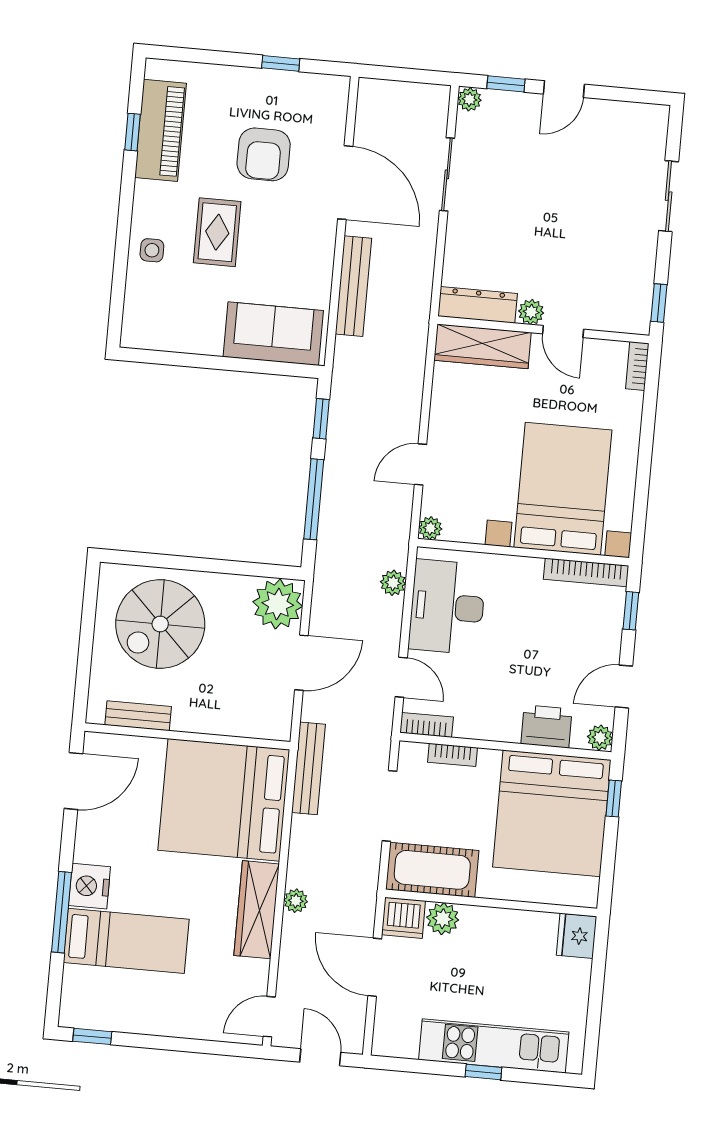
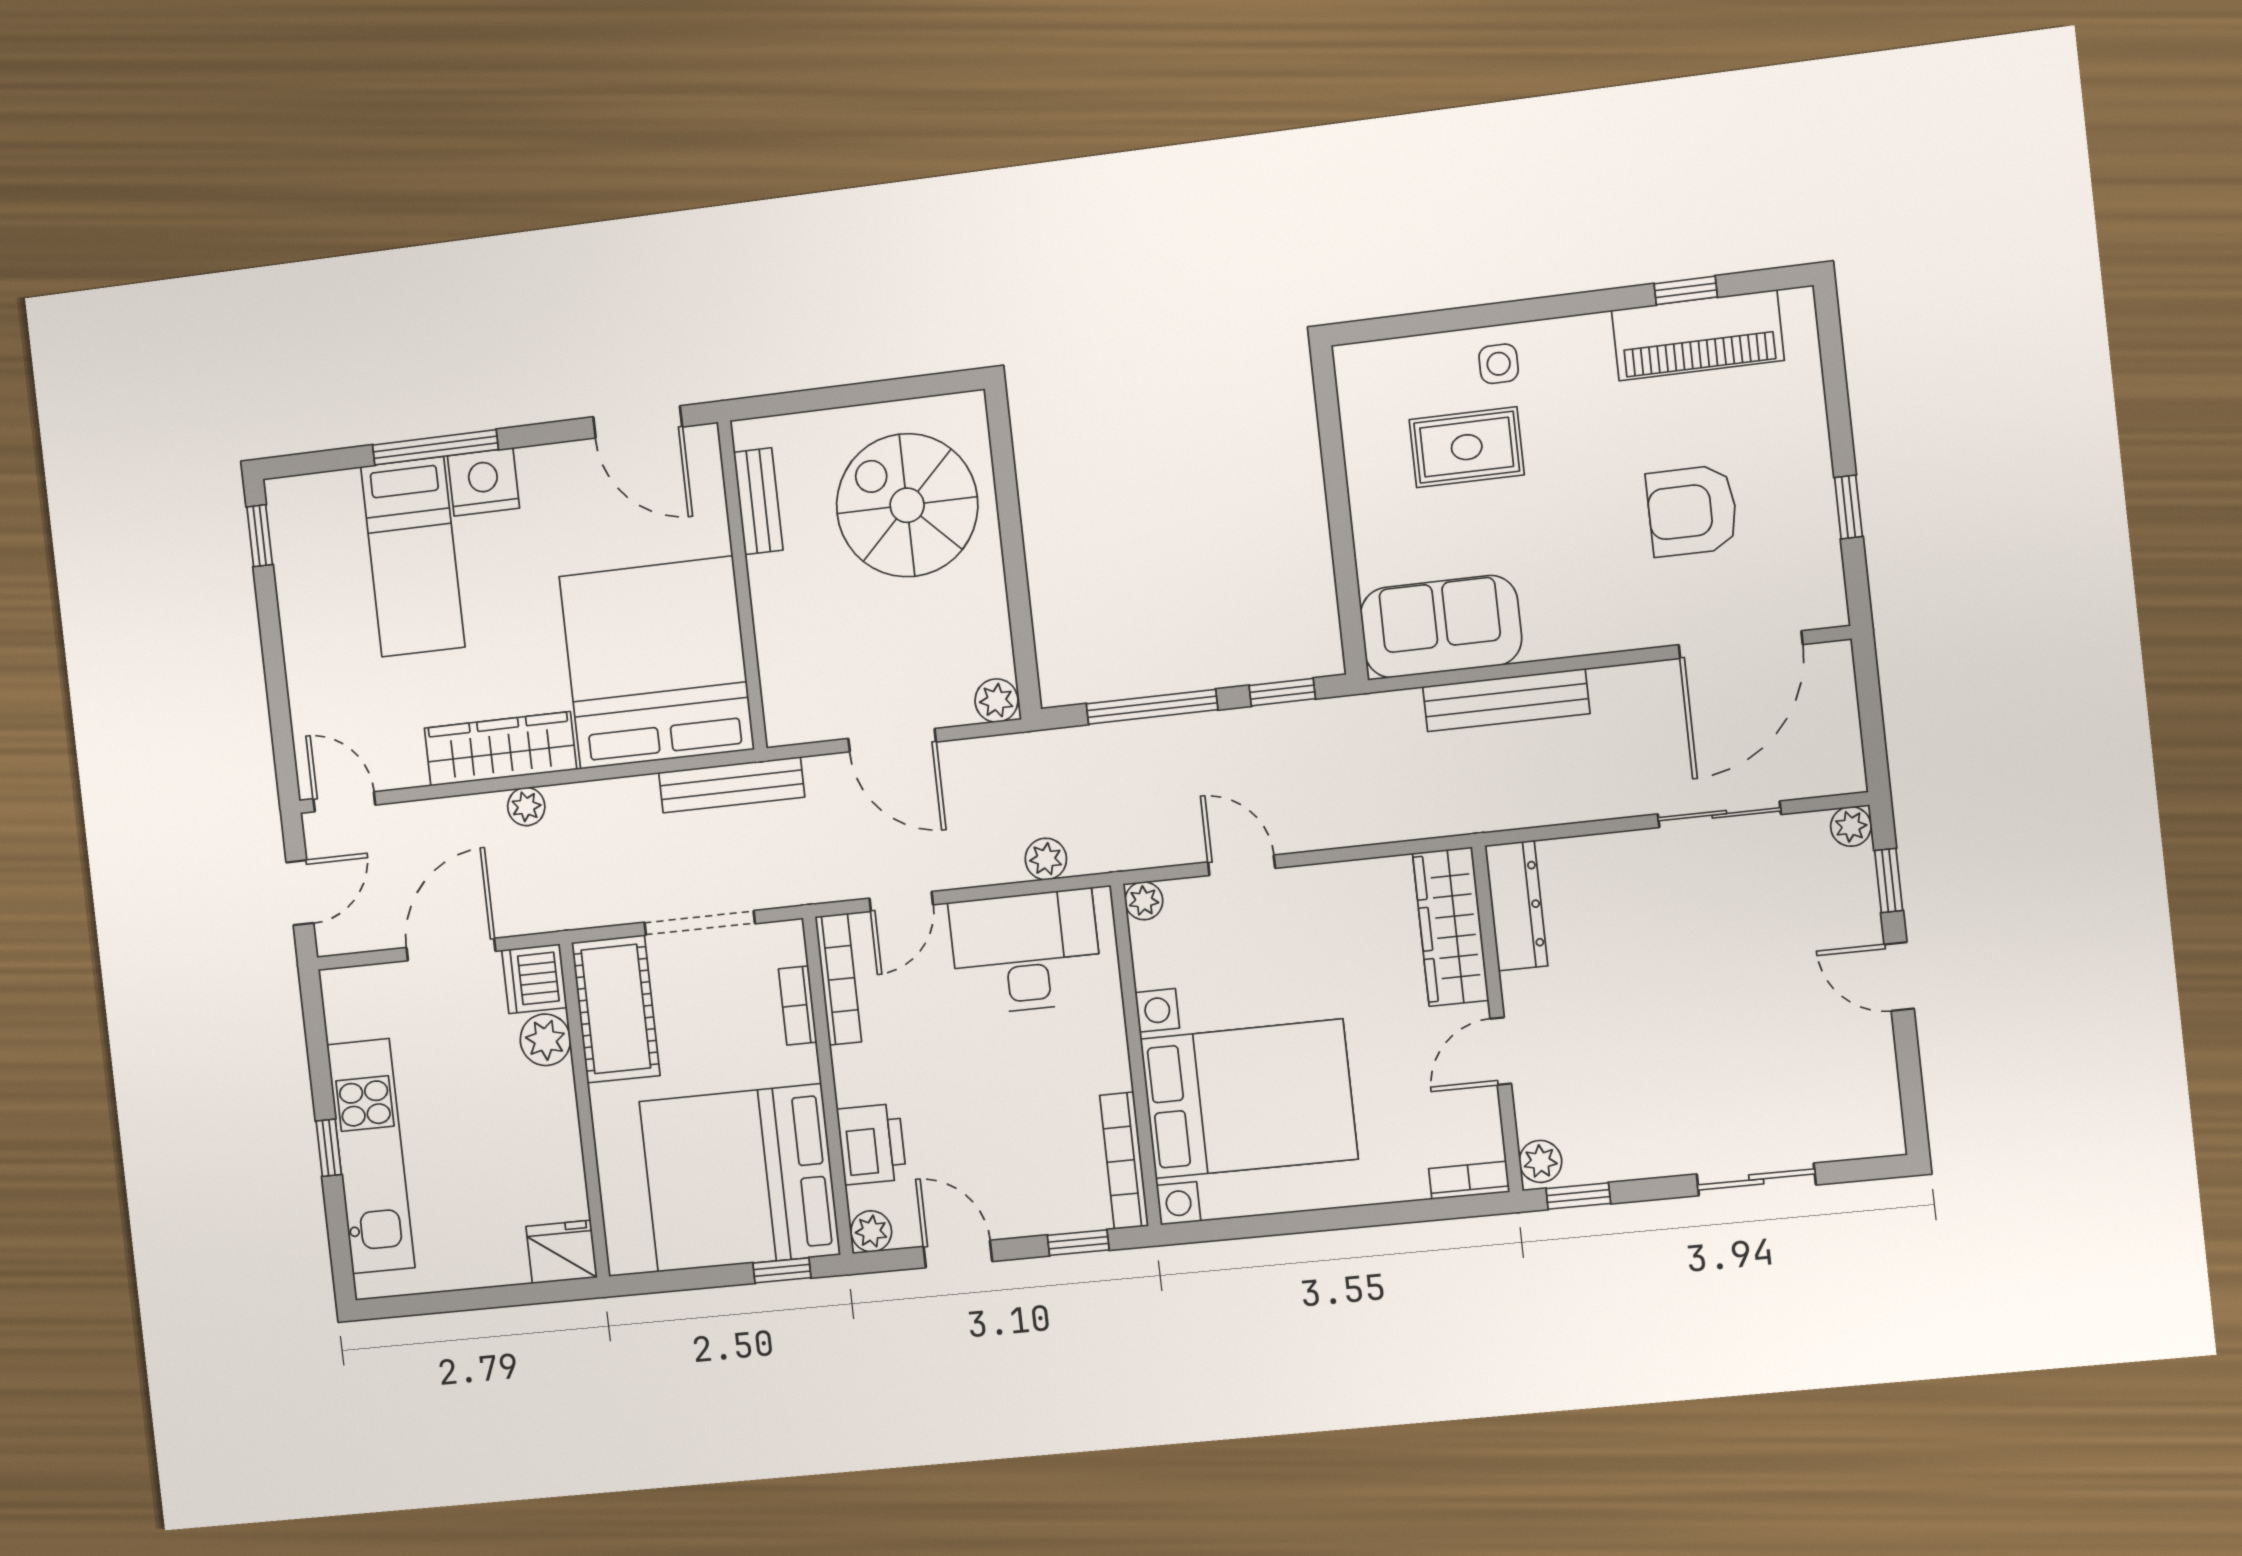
door: (345, 183) -> (1741, 645), moved
rug: (217, 232) -> (1467, 447), moved
plant: (531, 312) -> (1540, 1161), moved
sofa: (273, 334) -> (1441, 627), moved, turned -90
plant: (278, 604) -> (996, 701), width x0.53, depth x0.53
bookcase: (427, 725) -> (838, 979), width x1.56

